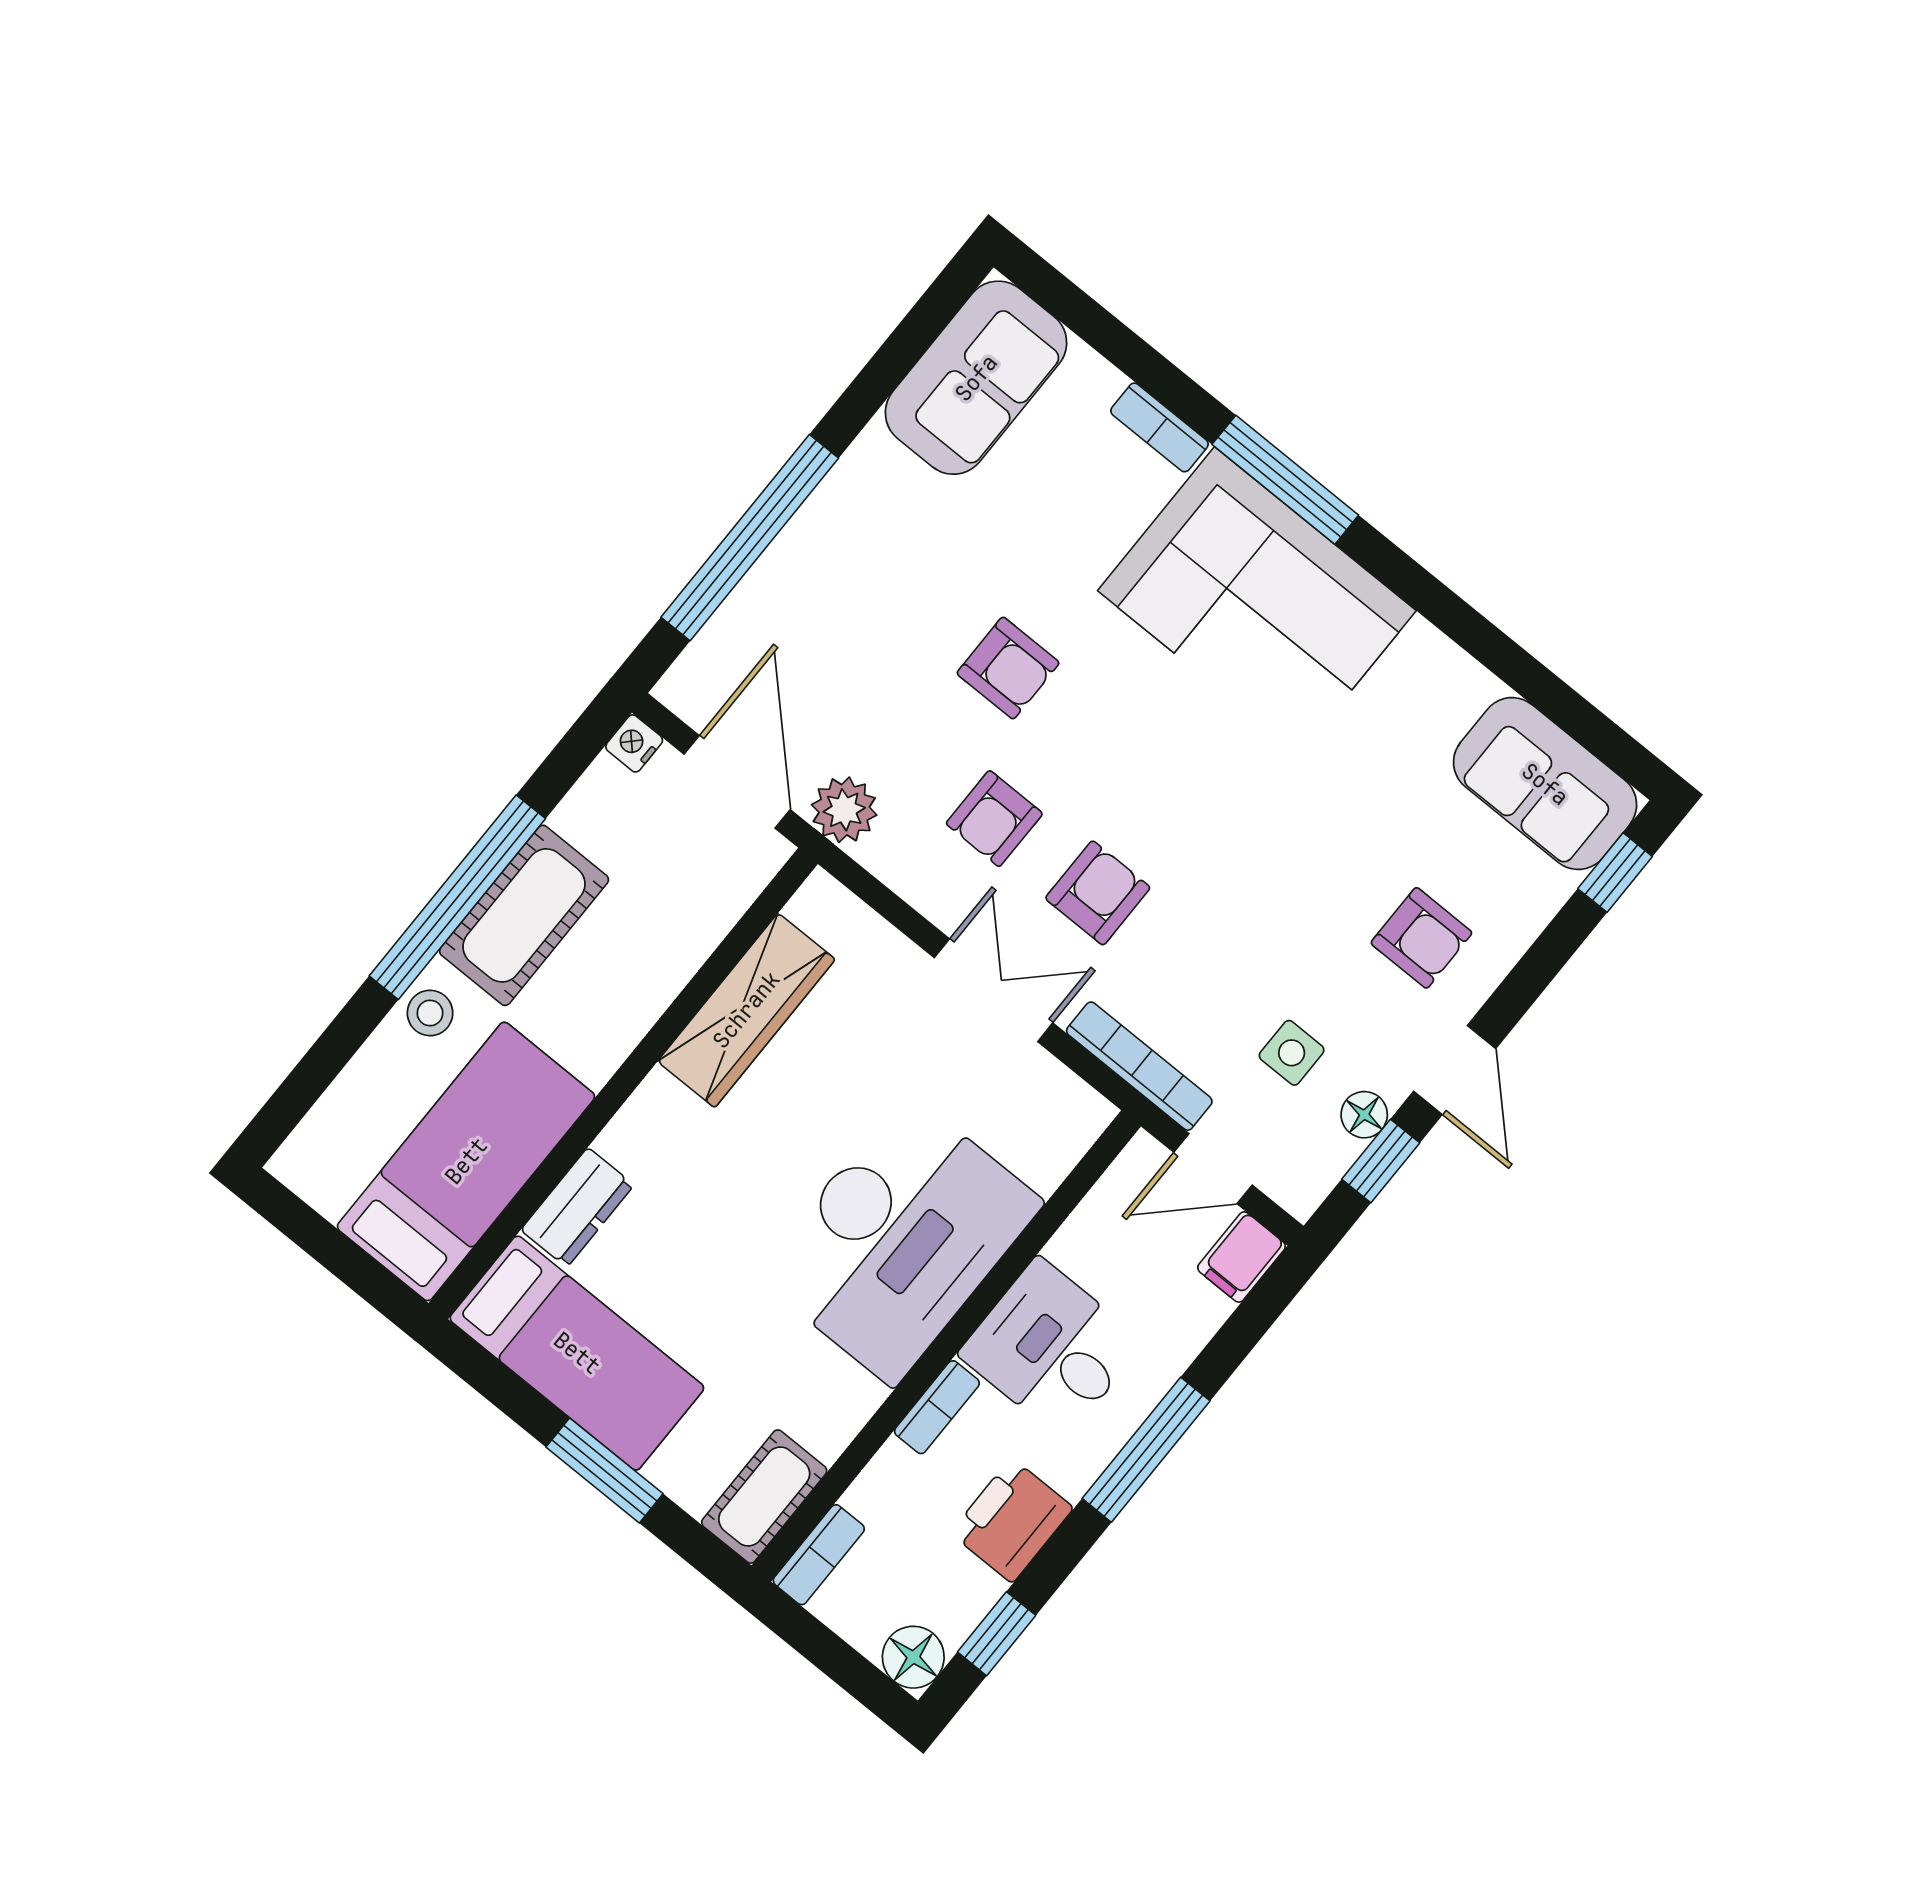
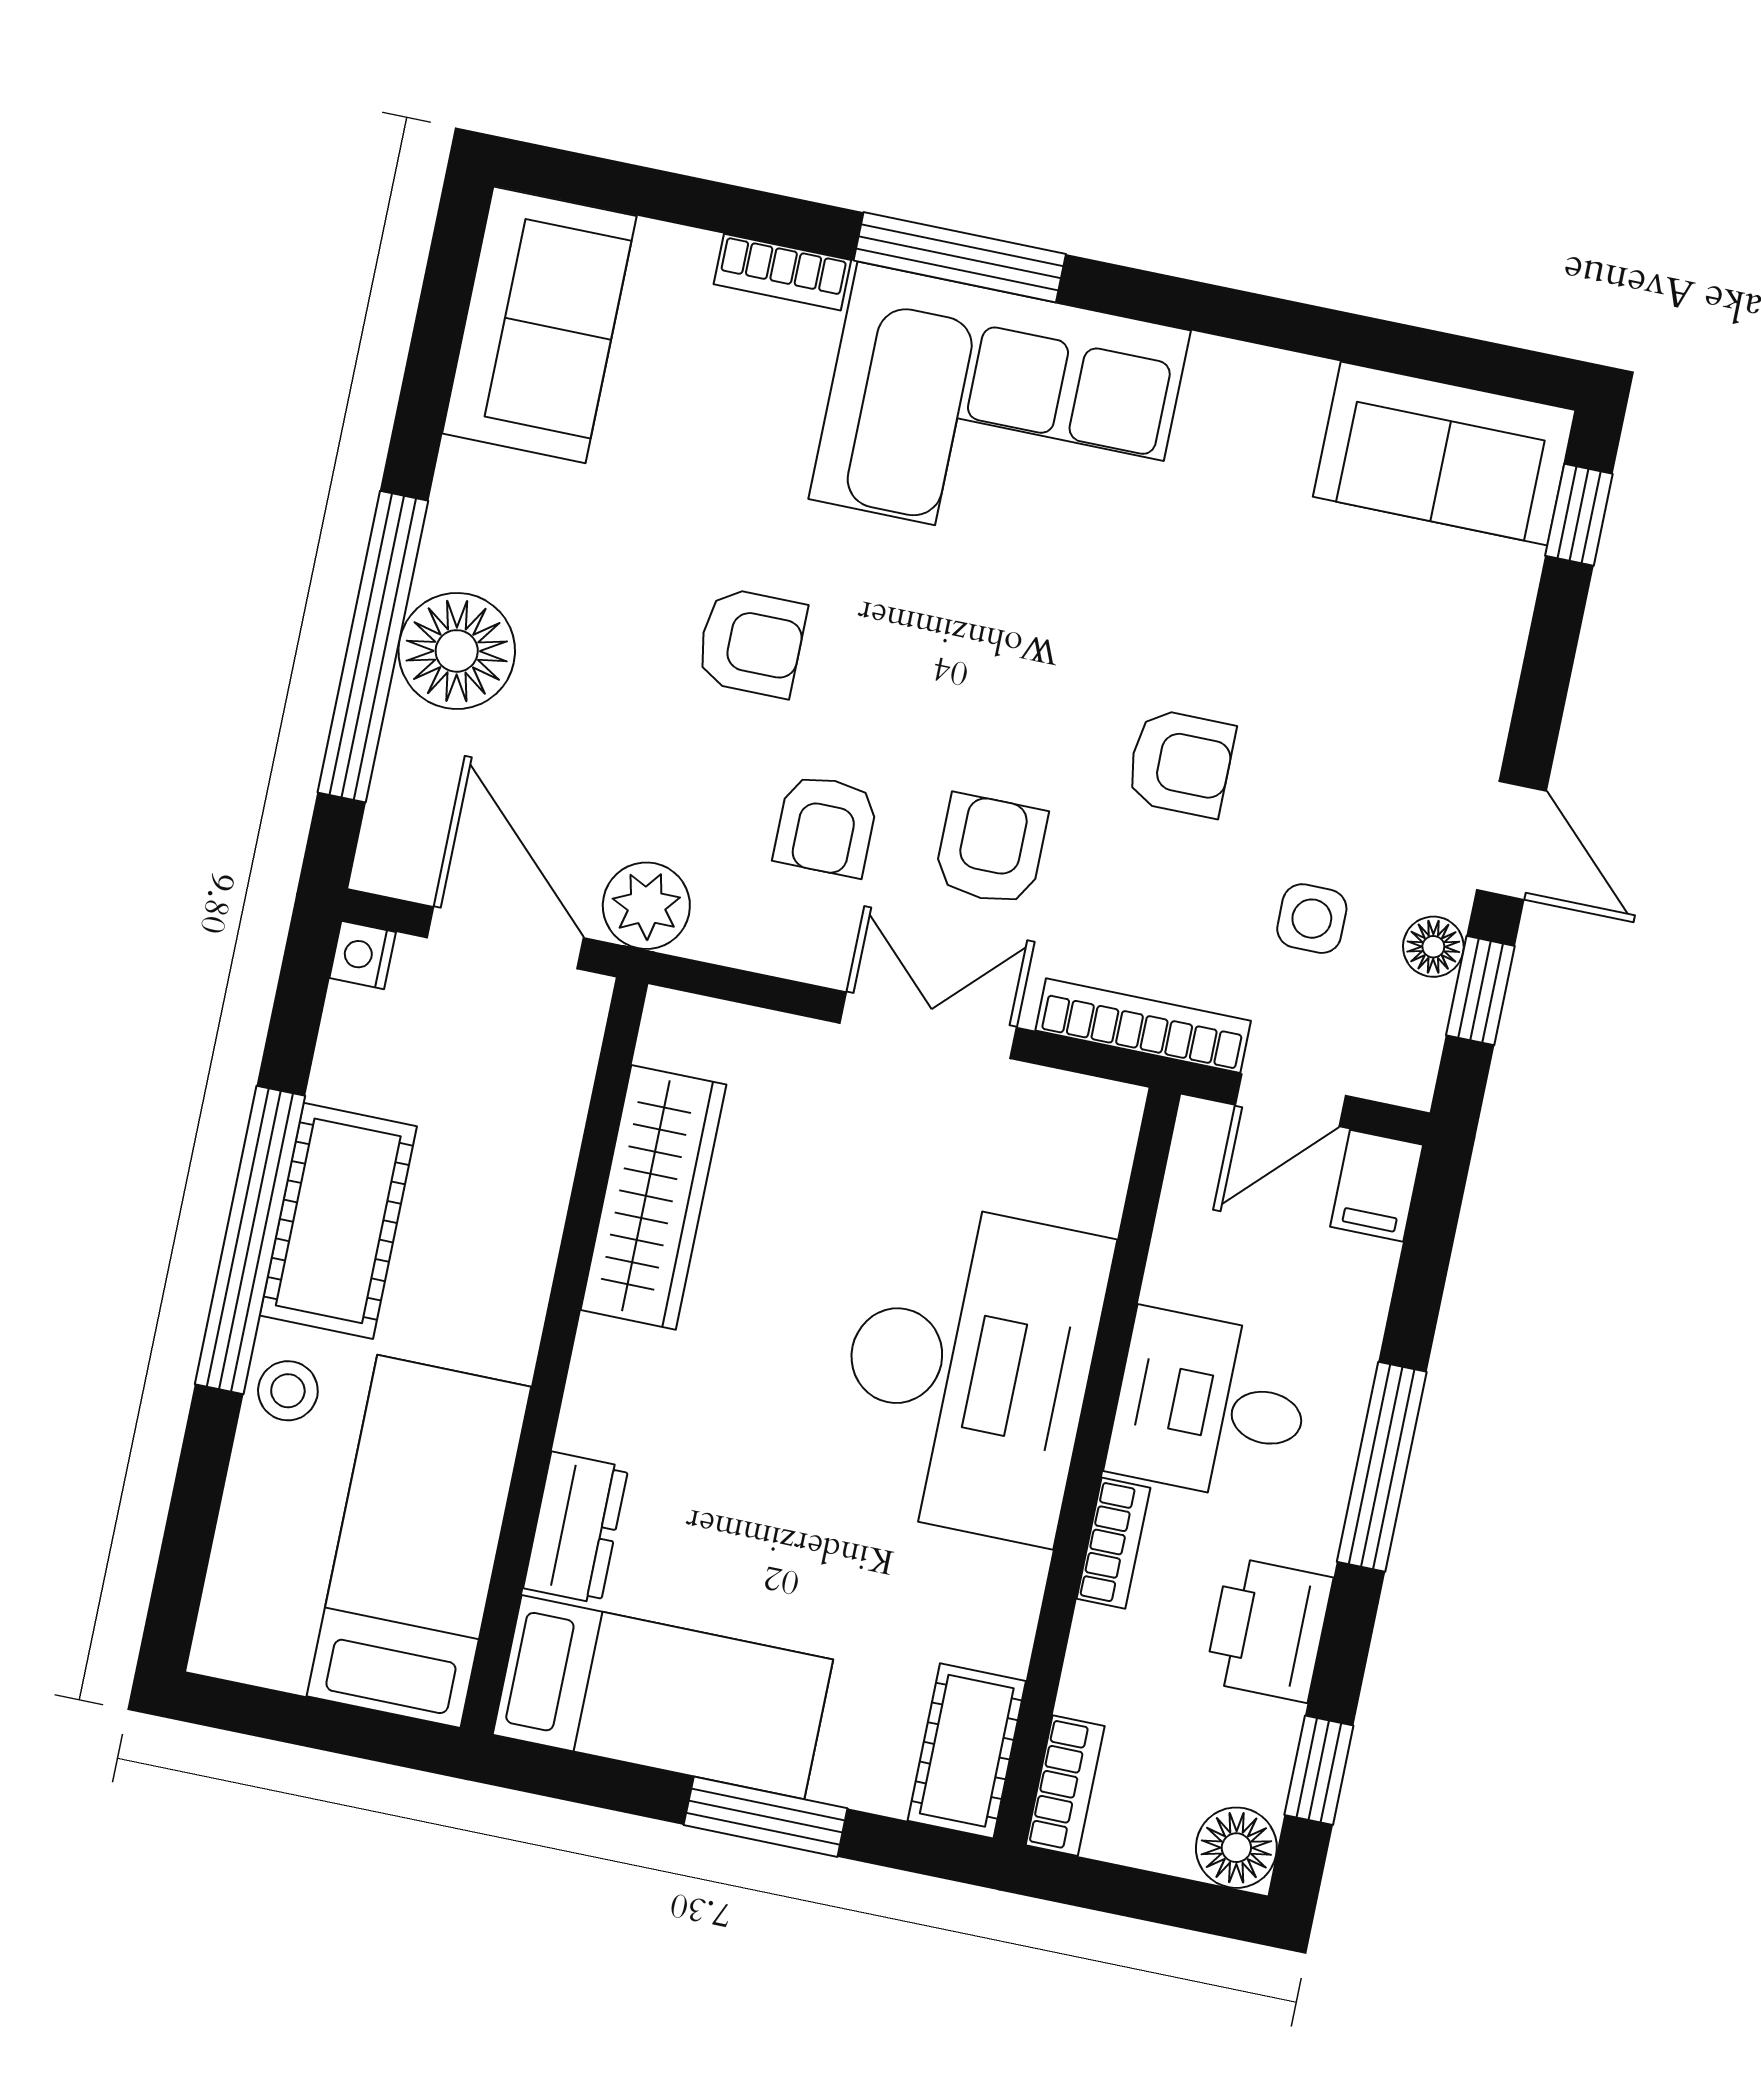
floor lamp: (805, 570) -> (457, 651), added
armchair: (1421, 938) -> (1181, 763), moved

